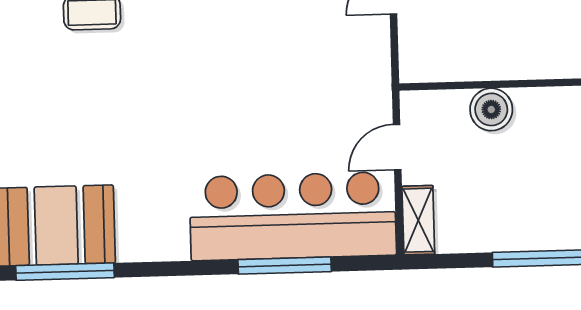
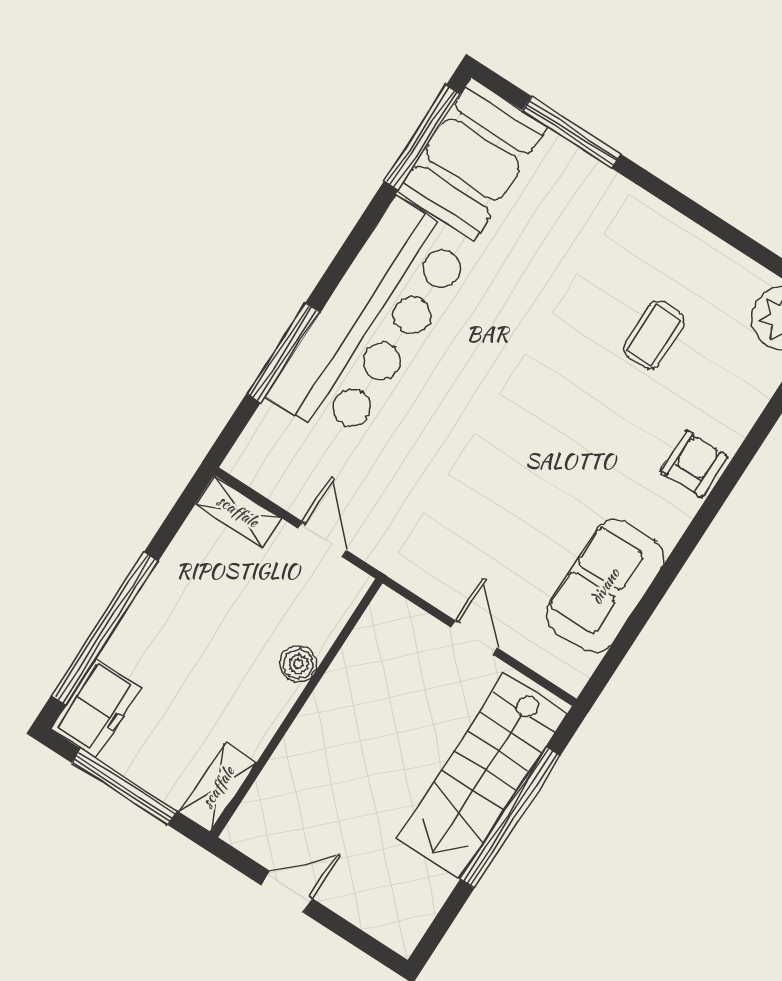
boiler: (491, 109) -> (298, 664), width x0.73, depth x0.73
bar counter: (293, 216) -> (371, 322), moved

